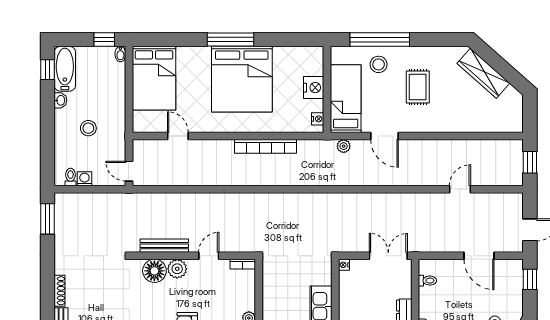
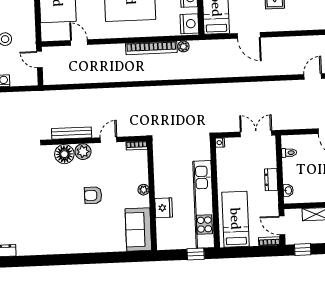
nightstand: (318, 119) -> (189, 24), width x1.89, depth x1.79
plant: (344, 146) -> (183, 46), moved
door: (129, 171) -> (39, 59), moved

